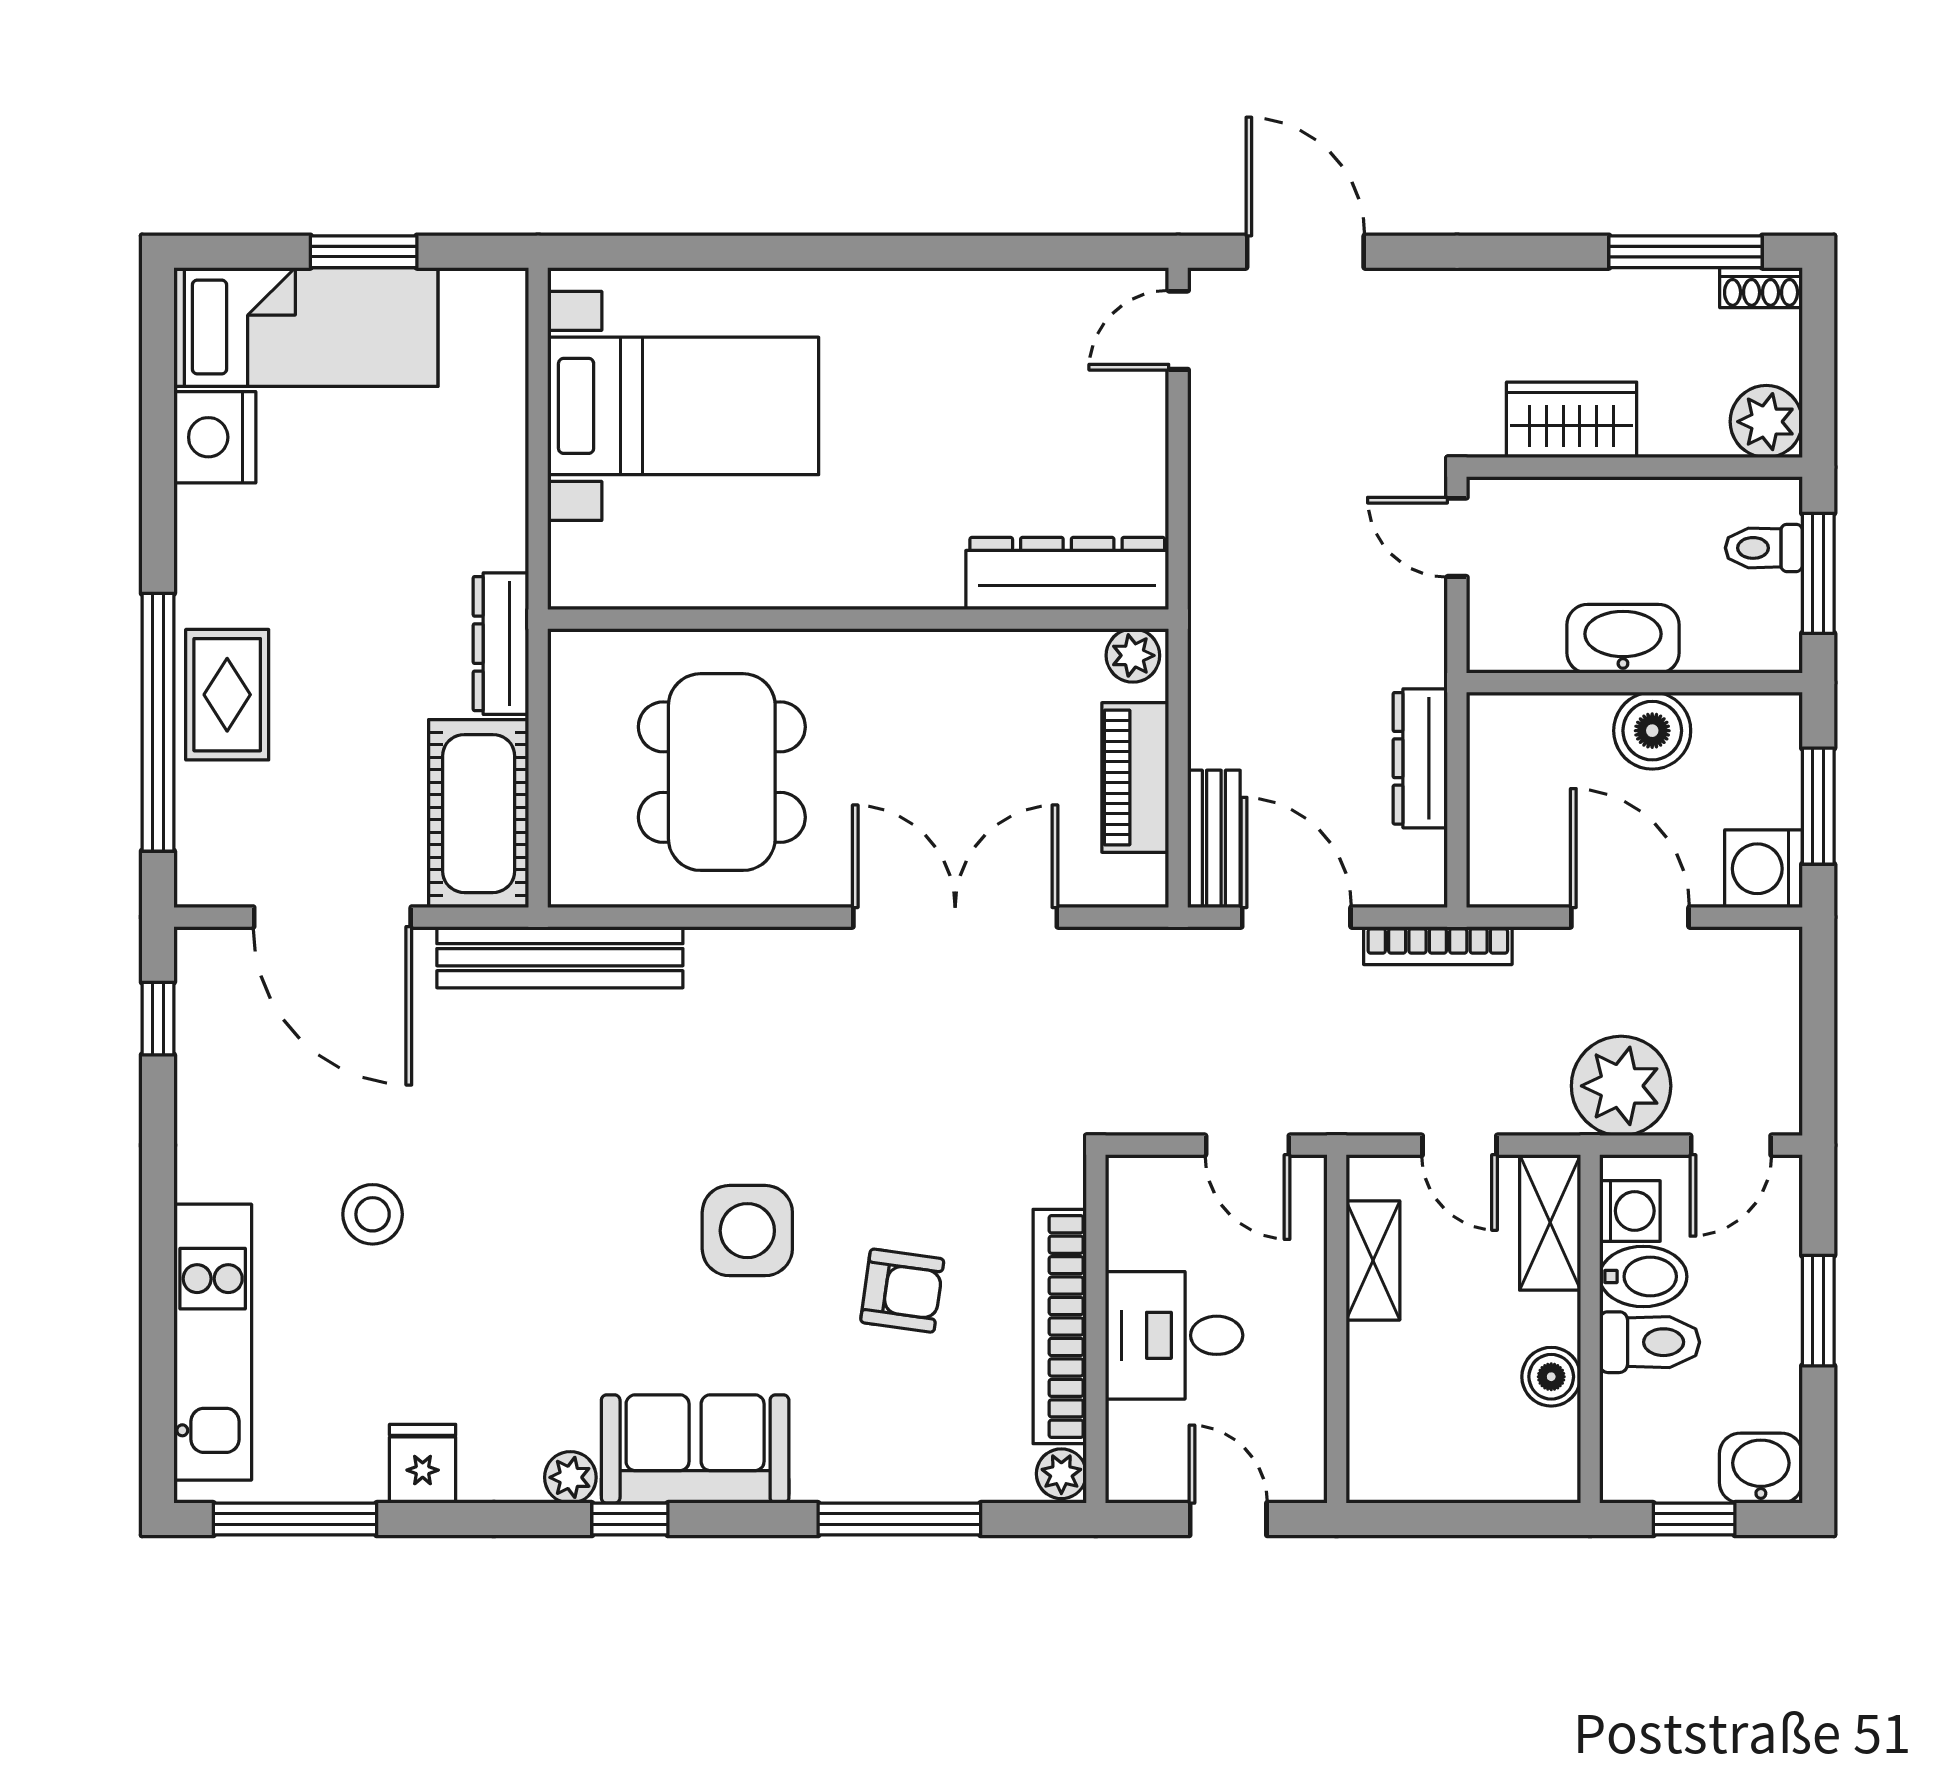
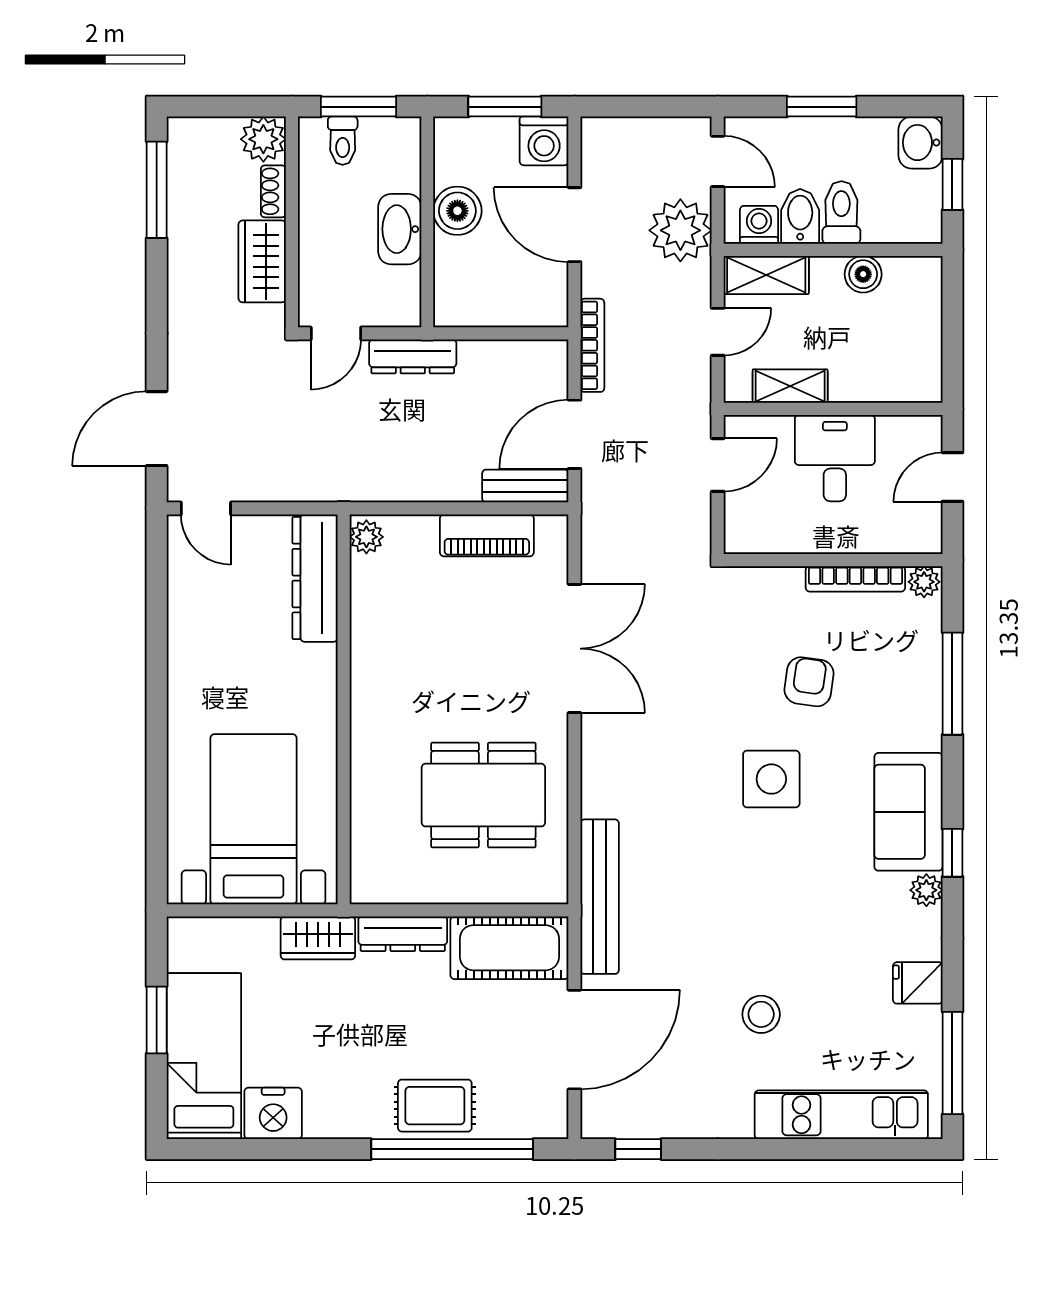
shoe rack: (1761, 288) -> (273, 191), moved, turned 180
wardrobe: (494, 508) -> (318, 938), added
dresser: (1067, 574) -> (315, 578), moved
wall: (858, 619) -> (344, 709), moved
plant: (1133, 655) -> (366, 537), moved
dresser: (1420, 758) -> (413, 356), moved
double door: (955, 917) -> (574, 649), swing flipped
door: (1630, 917) -> (574, 225), hinge flipped
bookcase: (1060, 1327) -> (855, 579), width x0.68, depth x0.76
desk: (1174, 1335) -> (835, 458), moved, turned 180

